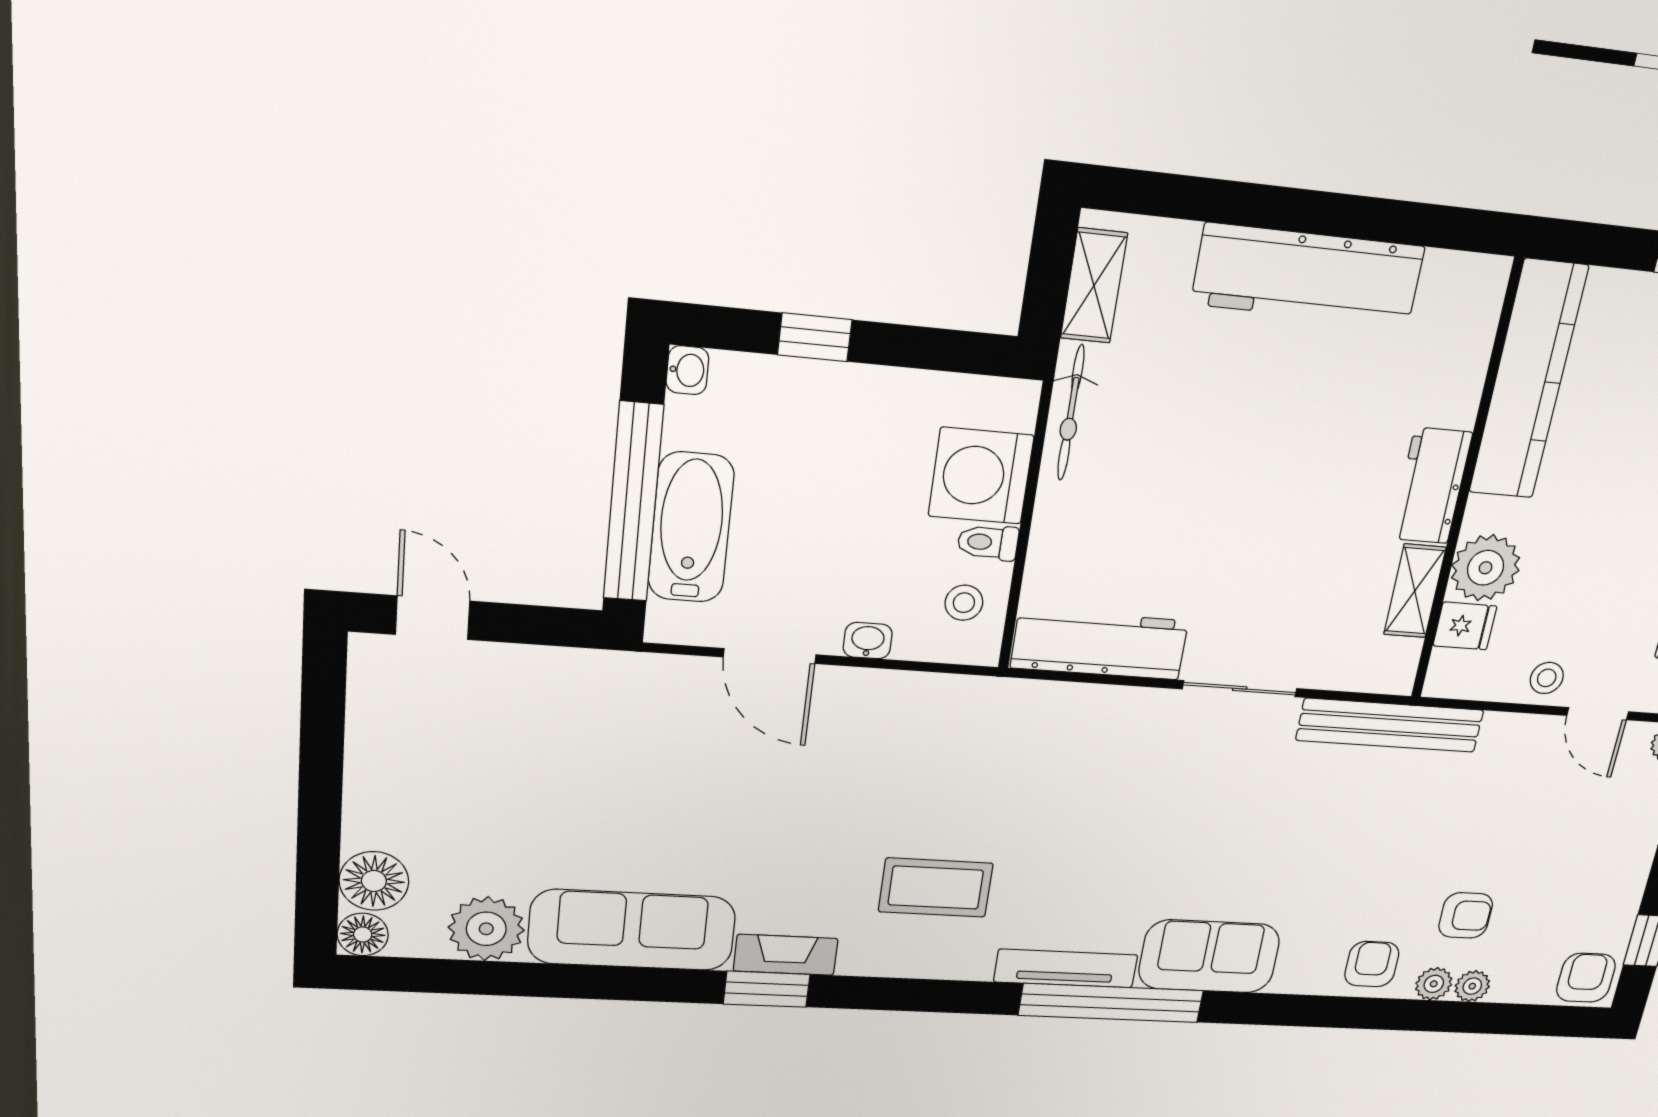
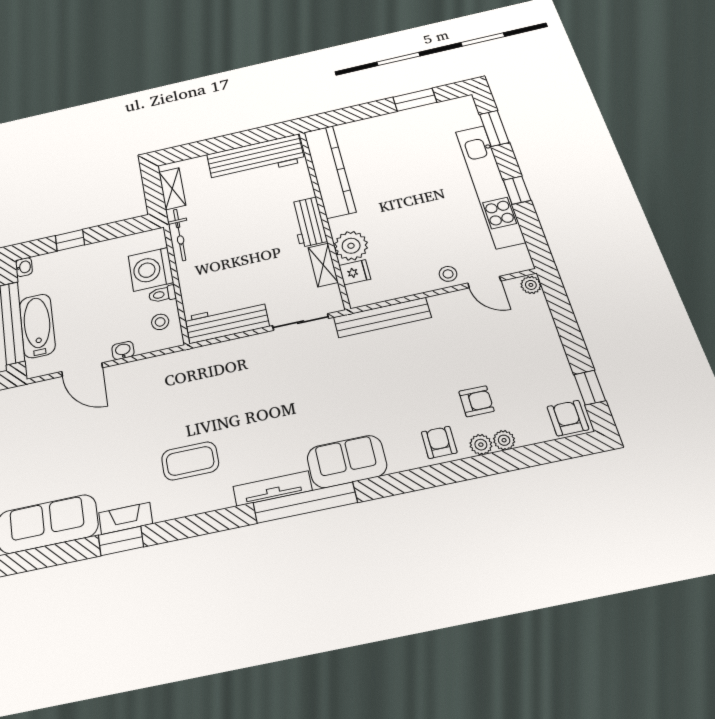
kitchen counter: (1528, 380) -> (330, 171), moved
wall: (1466, 485) -> (324, 217), moved
workbench: (1431, 486) -> (308, 222), moved
plant: (1486, 568) -> (351, 246), moved
shelving: (1415, 591) -> (323, 265), moved
fridge: (1465, 626) -> (355, 272), moved

